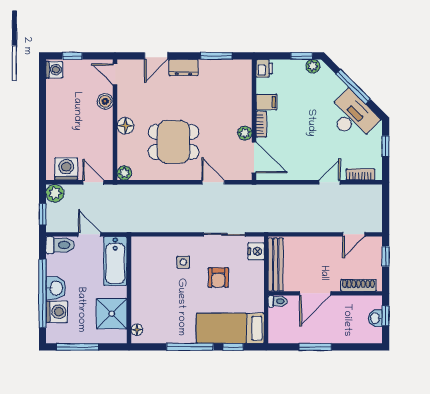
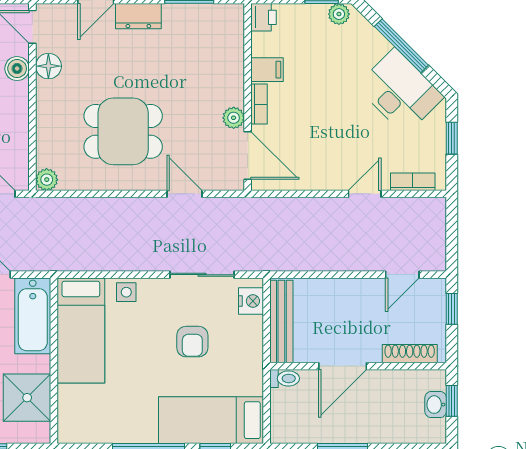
floor lamp: (125, 126) -> (48, 66), moved
side table: (183, 262) -> (126, 292), moved
bed: (146, 270) -> (81, 331), added
floor lamp: (137, 330) -> (66, 423), removed

